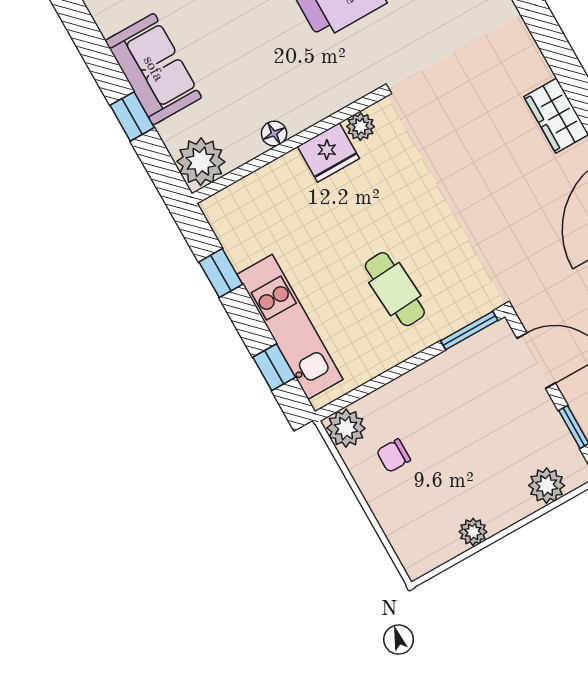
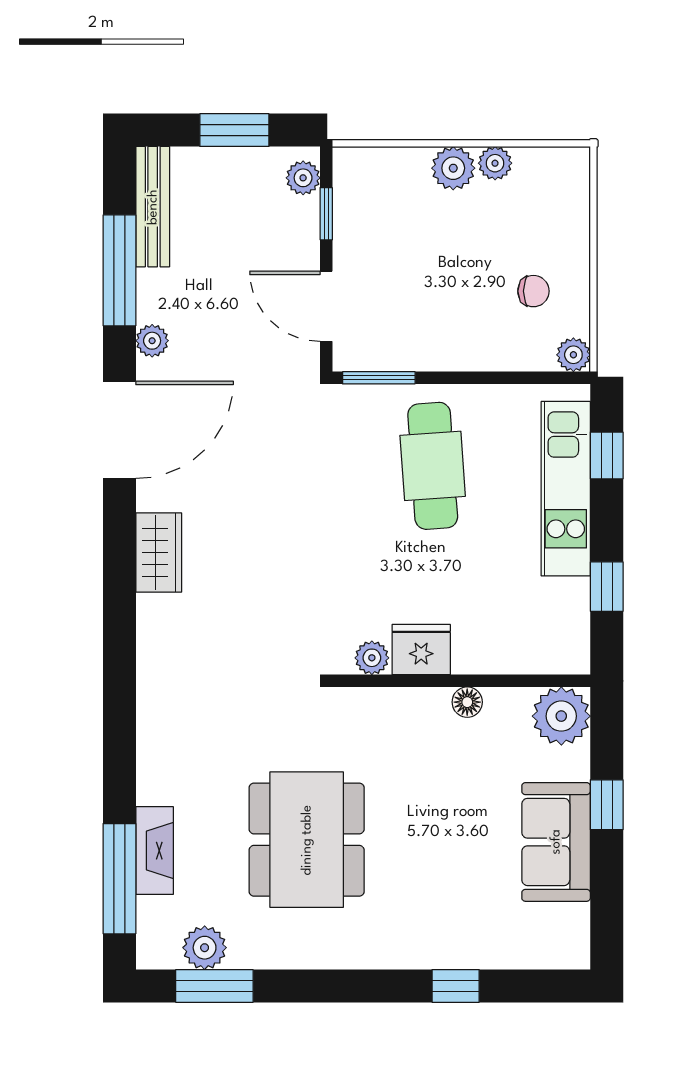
cafe table: (395, 289) -> (433, 466), width x1.37, depth x1.35
plant: (346, 428) -> (573, 355), width x0.73, depth x0.73
plant: (547, 486) -> (453, 168), moved

